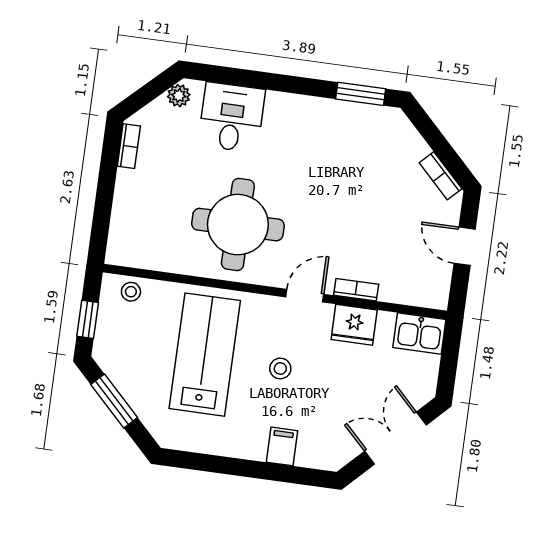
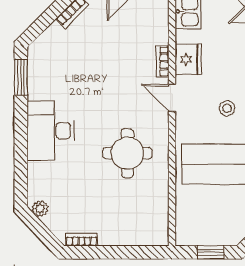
desk: (232, 117) -> (51, 131), moved, width x1.37
round table: (238, 225) -> (127, 153), width x0.73, depth x0.73
stool: (131, 292) -> (186, 224), removed

